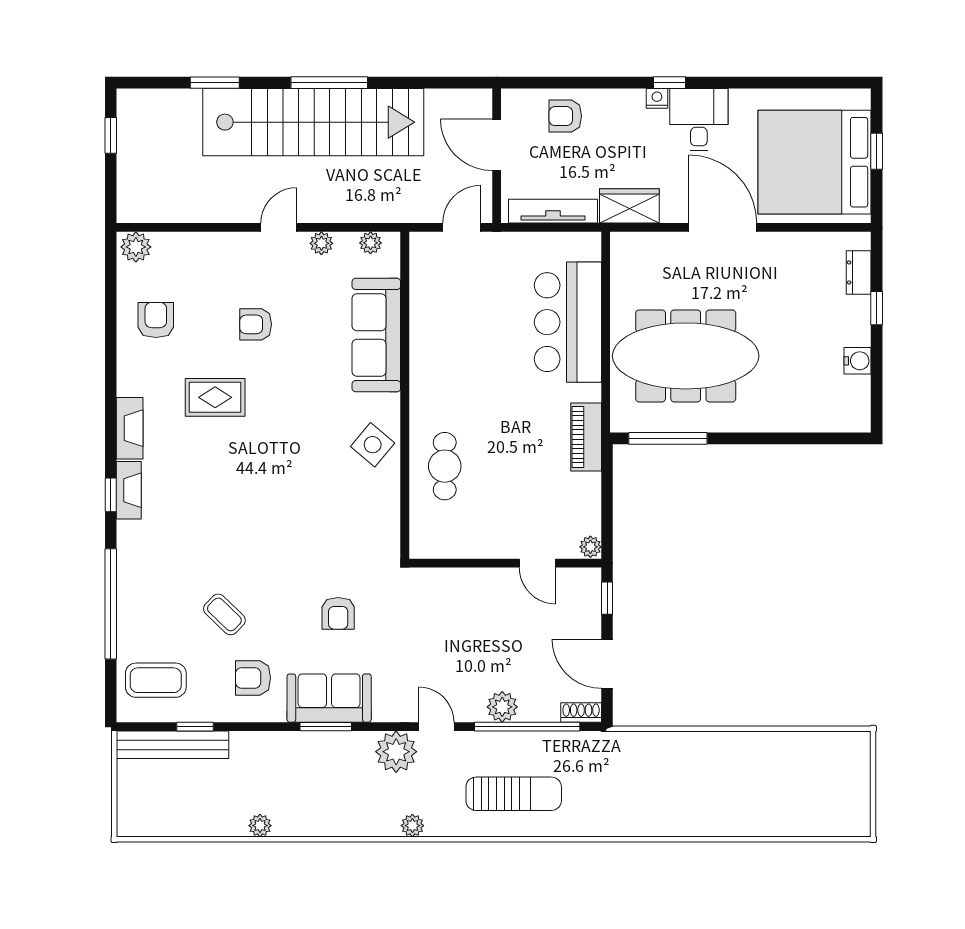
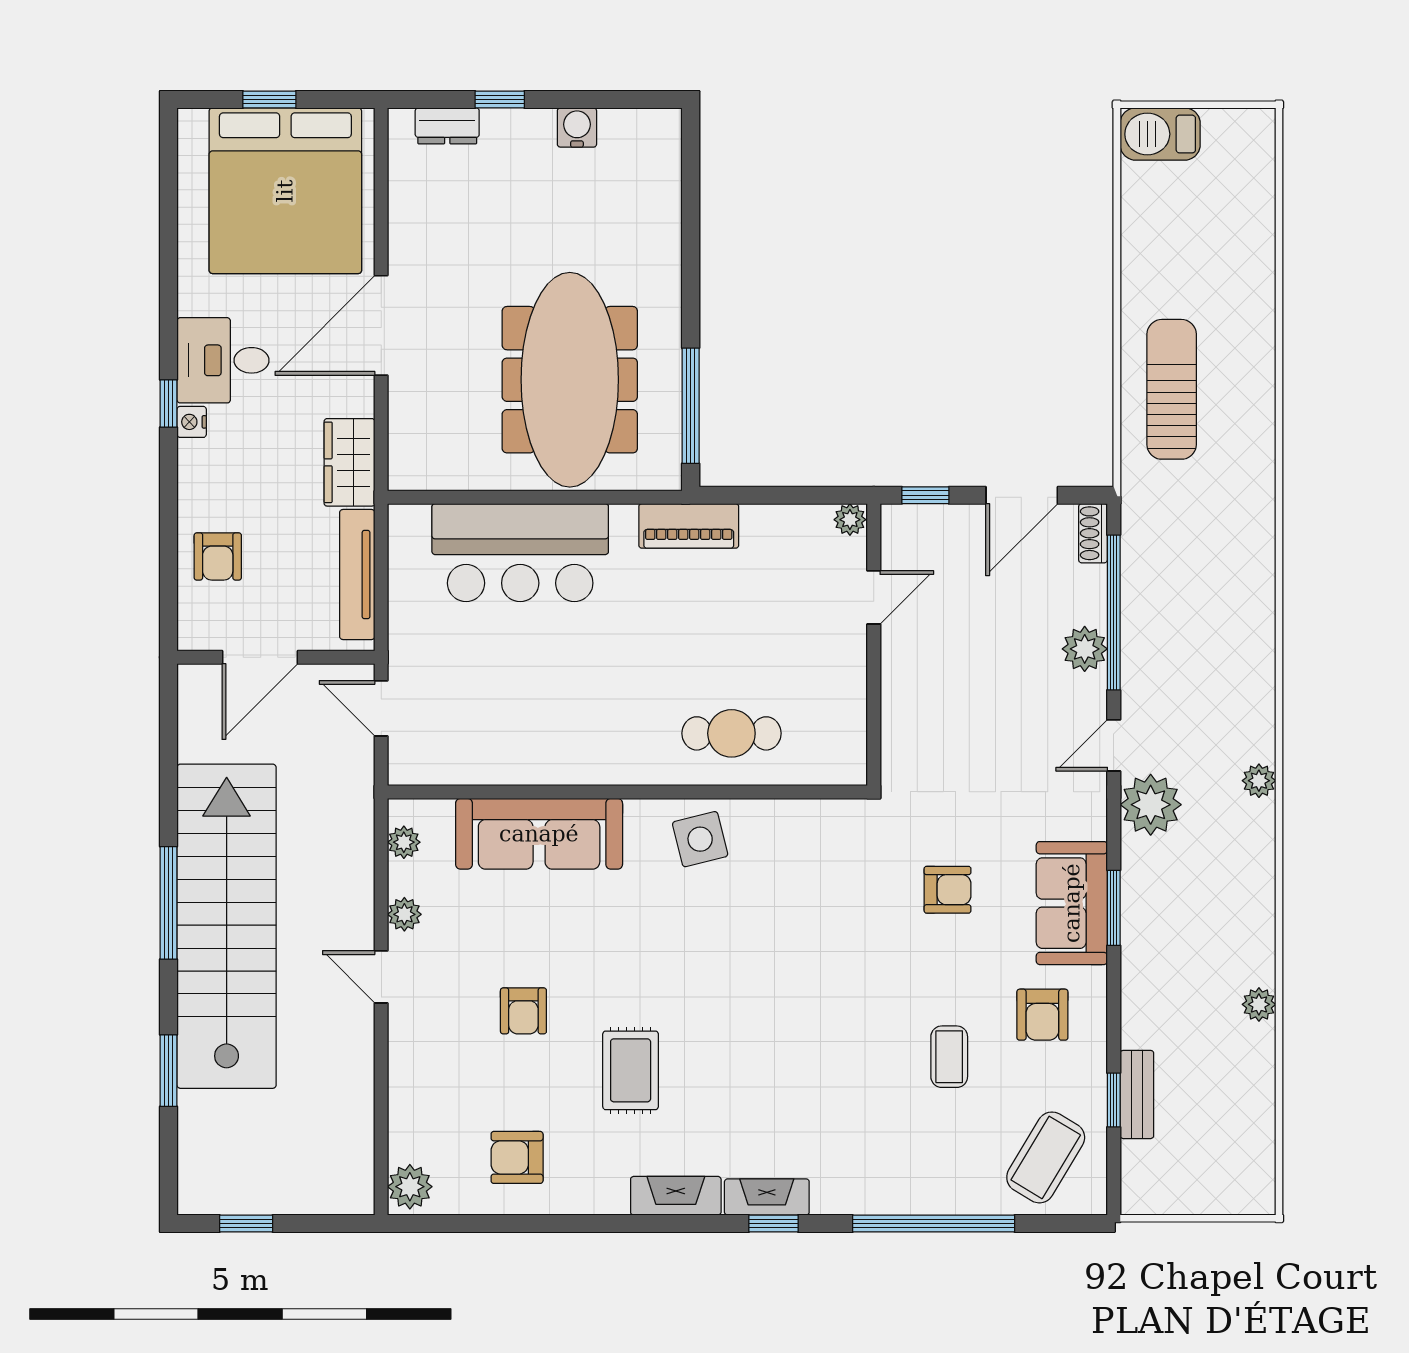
side table: (373, 445) -> (700, 839), turned 36
coffee table: (224, 614) -> (949, 1057), turned -44
coffee table: (156, 680) -> (1046, 1157), turned 31
bench: (173, 745) -> (1137, 1094), width x0.54, depth x0.82
barbecue: (853, 758) -> (1160, 134), added
sun lounger: (514, 794) -> (1172, 389), moved

